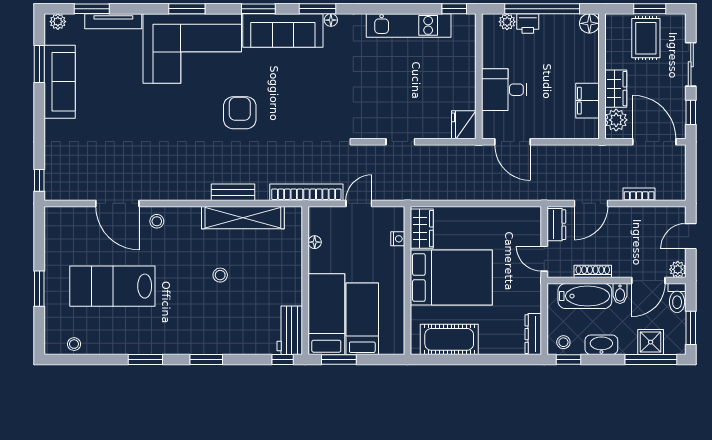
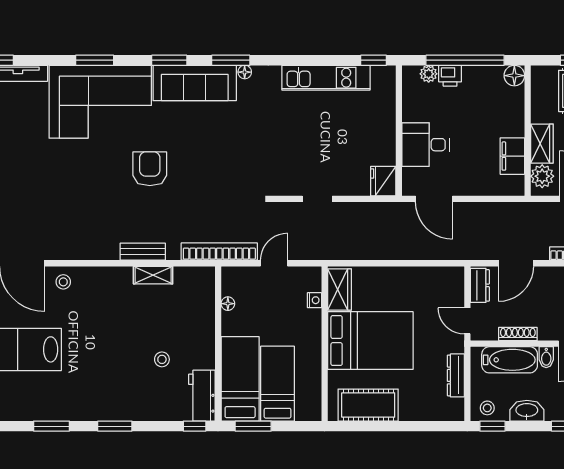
shelving: (243, 218) -> (153, 275), width x0.45, depth x0.75
stool: (220, 275) -> (162, 359), moved
dresser: (533, 334) -> (456, 375), moved

